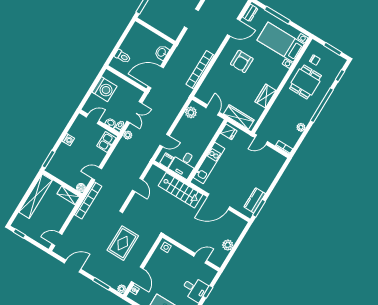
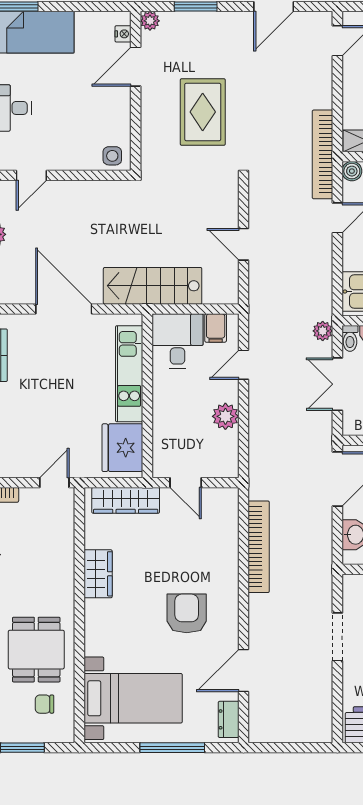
plant: (191, 112) -> (225, 416), moved
fridge: (229, 132) -> (122, 448), width x1.88, depth x1.34
door: (219, 202) -> (64, 309), hinge flipped
door: (137, 275) -> (136, 67), hinge flipped

